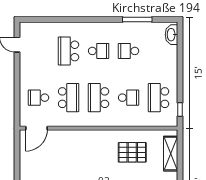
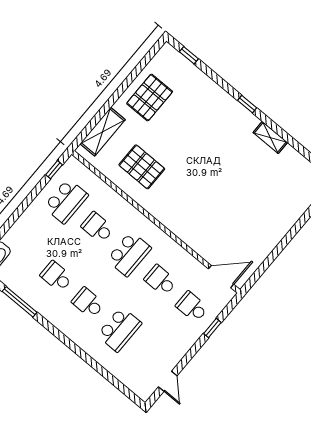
school desk: (129, 51) -> (56, 276), turned 180
window: (17, 95) -> (212, 328), added
school desk: (39, 98) -> (192, 307), turned 180
school desk: (69, 98) -> (160, 280), width x0.54

